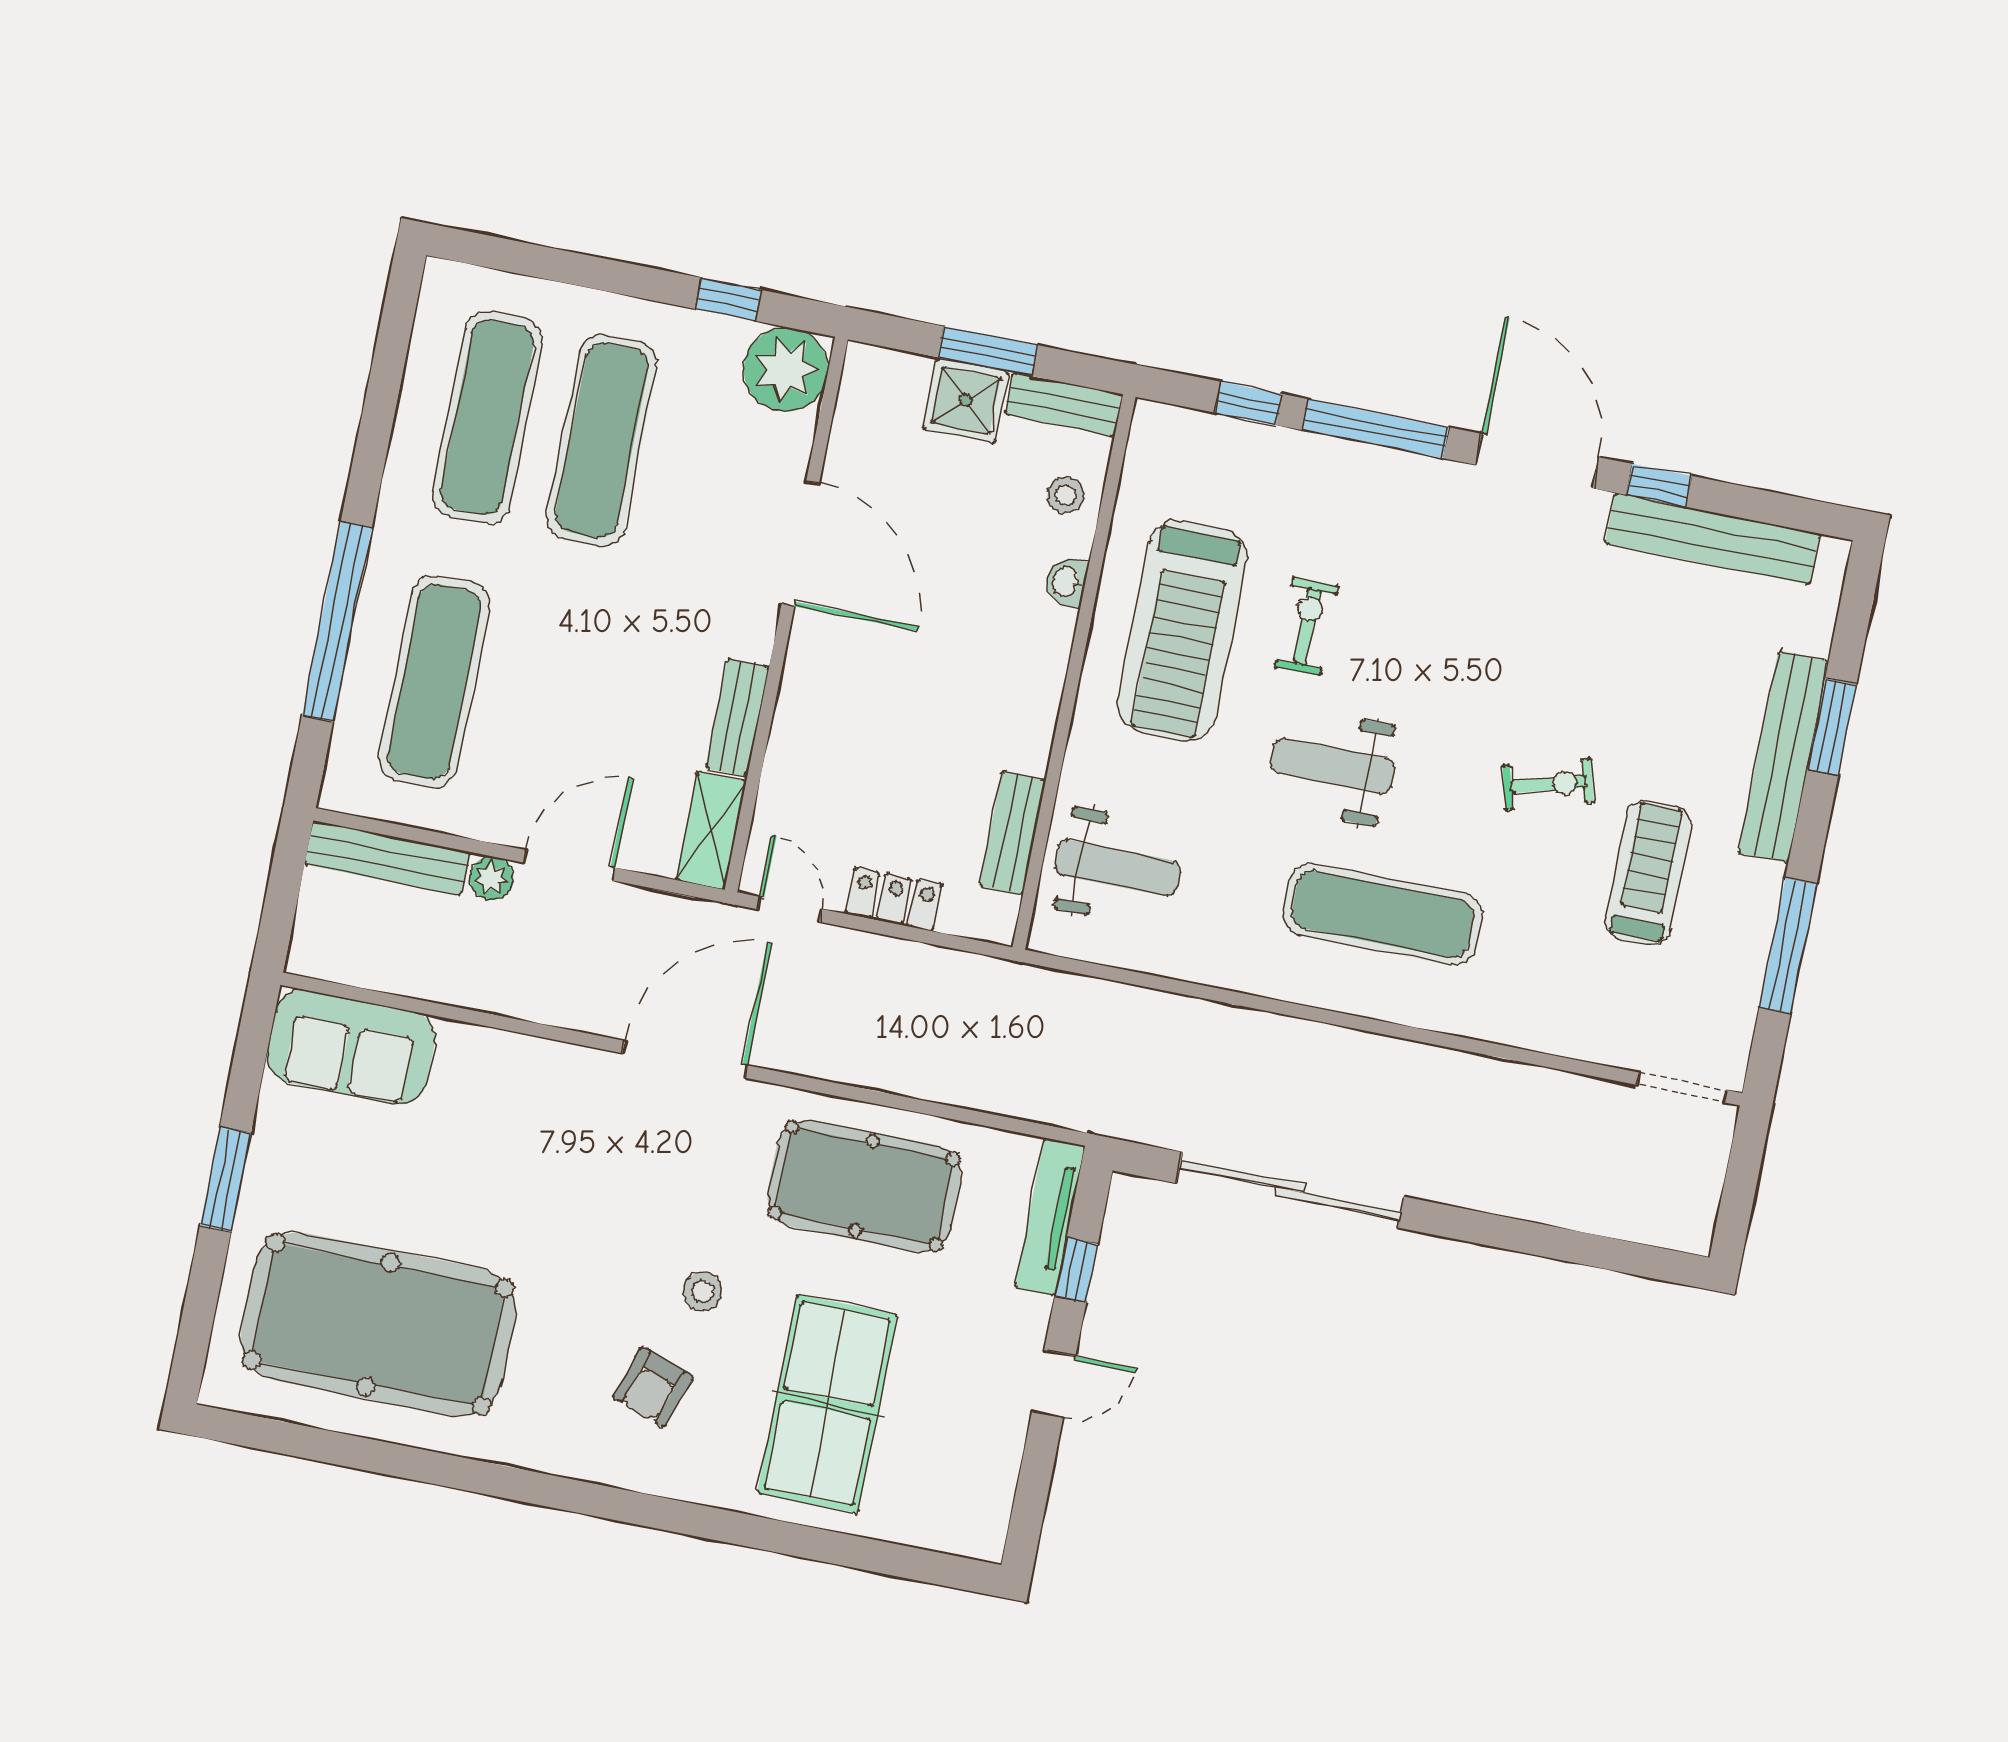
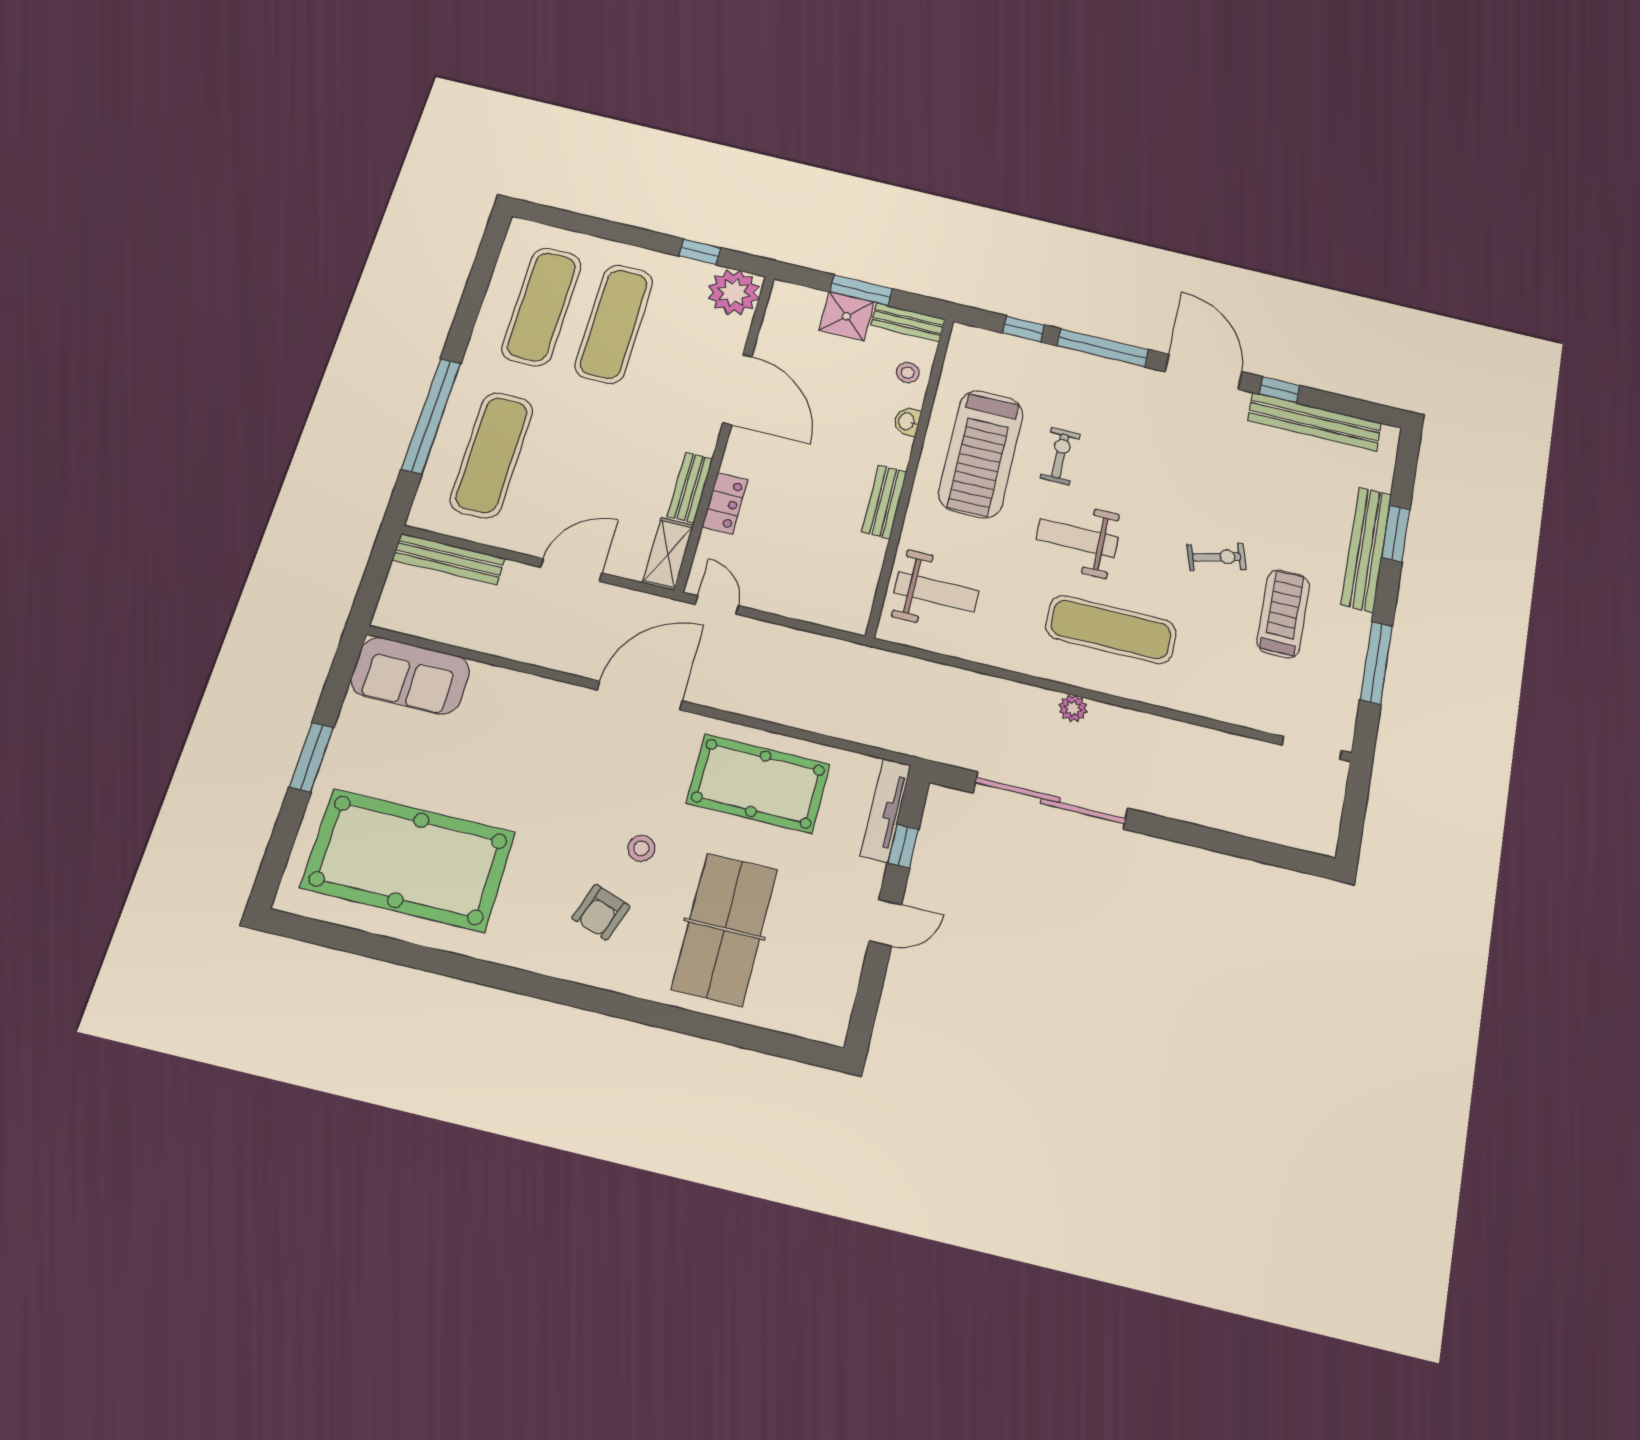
bench: (1013, 833) -> (884, 502), moved
plant: (491, 878) -> (1073, 708), moved
locker: (894, 899) -> (725, 503), moved, turned 90

